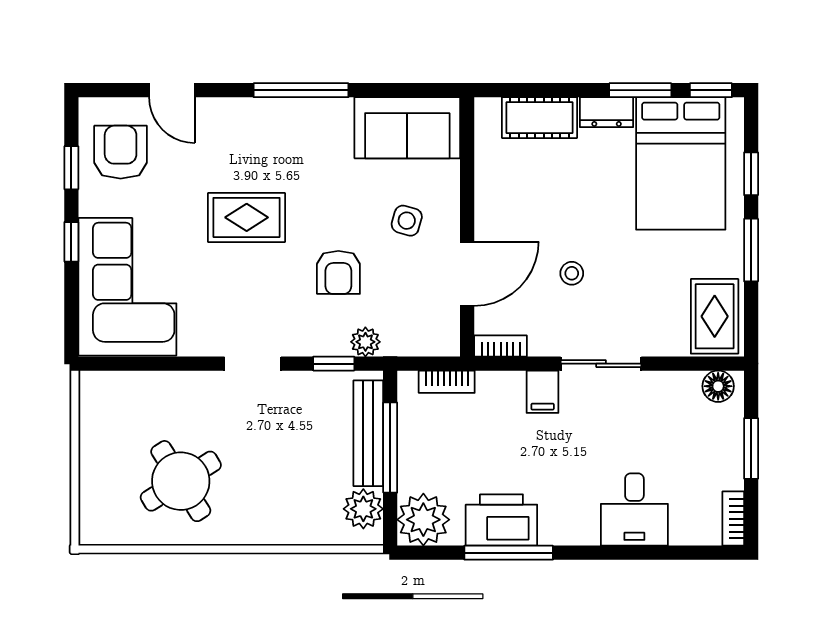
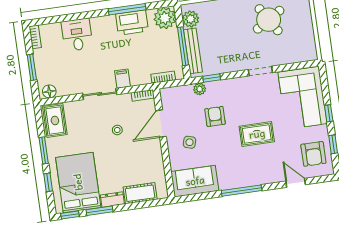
doorway: (253, 364) -> (260, 71), moved

